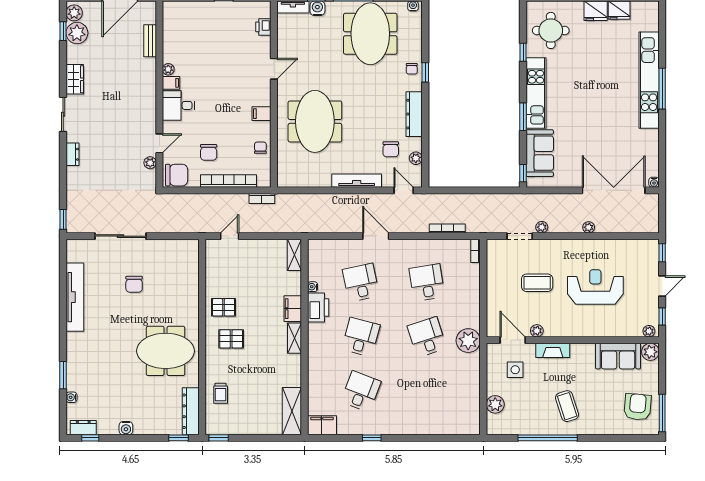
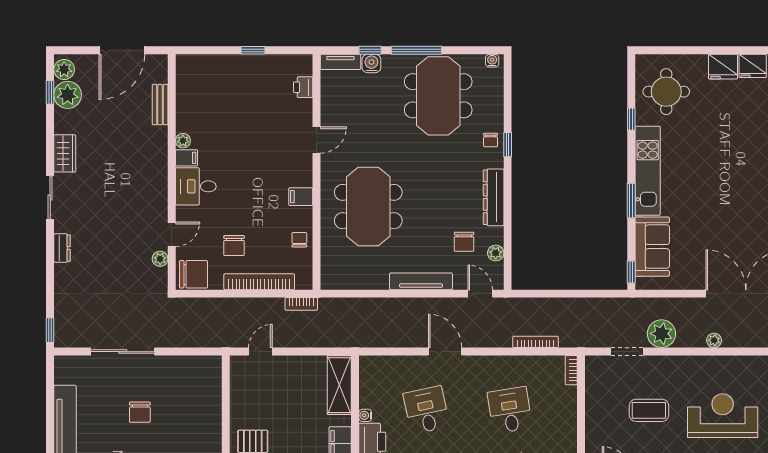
plant: (542, 227) -> (661, 334), width x1.88, depth x1.88
shelving: (294, 255) -> (339, 385), width x1.50, depth x1.33

